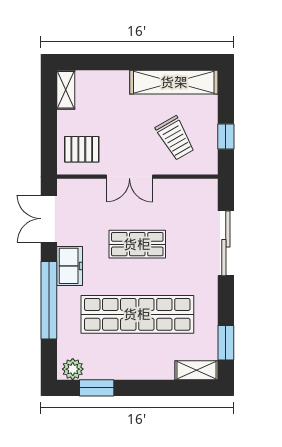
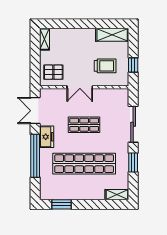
shelving: (174, 82) -> (112, 35), width x0.68
trolley: (175, 138) -> (105, 66), turned -60
window: (226, 343) -> (133, 163), moved
plant: (73, 369) -> (48, 194), removed

